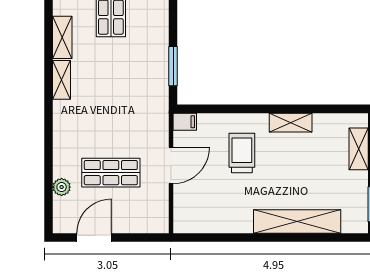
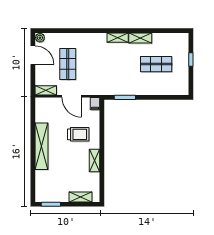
plant: (62, 187) -> (40, 38), moved
shelving: (160, 214) -> (46, 90), added
shelving: (297, 221) -> (42, 146), moved

